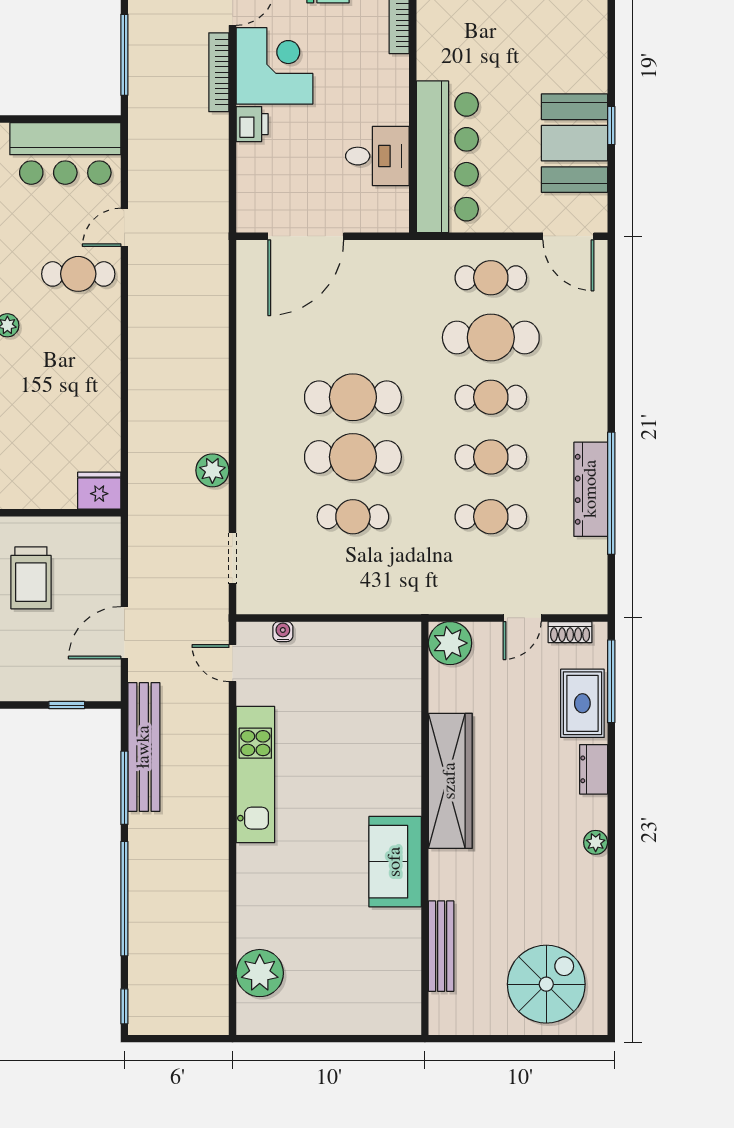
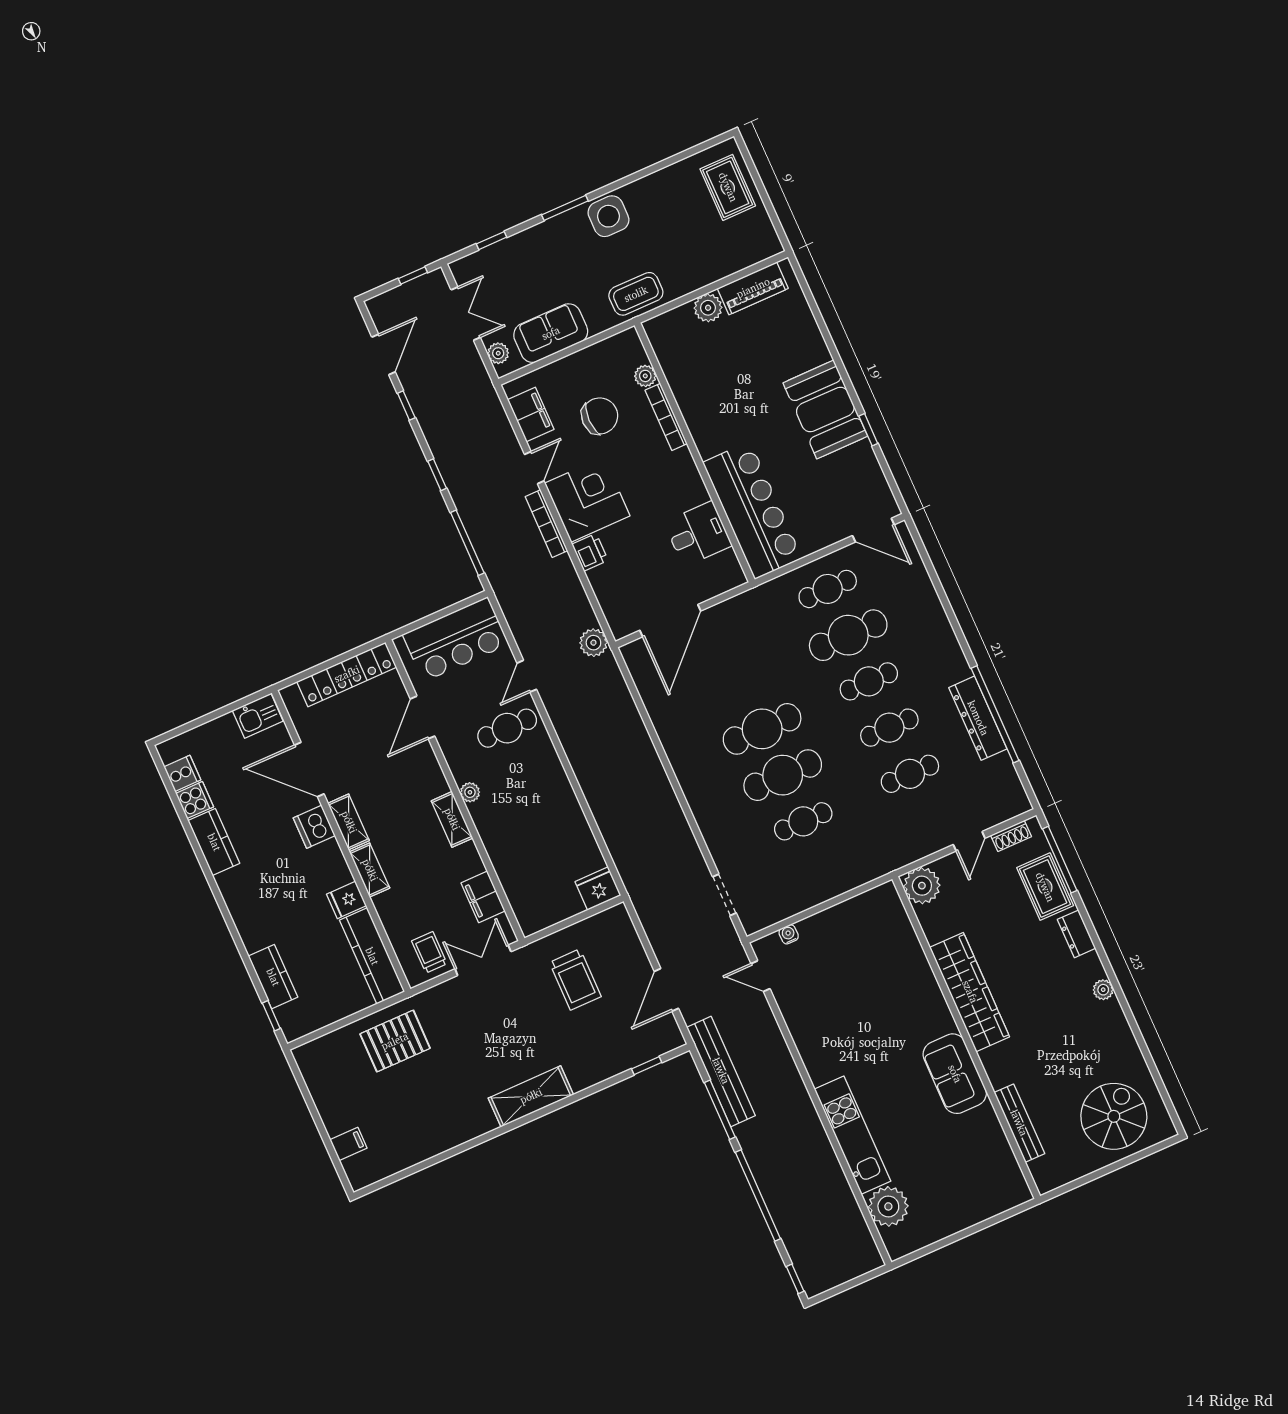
booth: (575, 143) -> (825, 409), moved
plant: (212, 470) -> (593, 643), moved
kitchen unit: (255, 775) -> (853, 1135), moved

